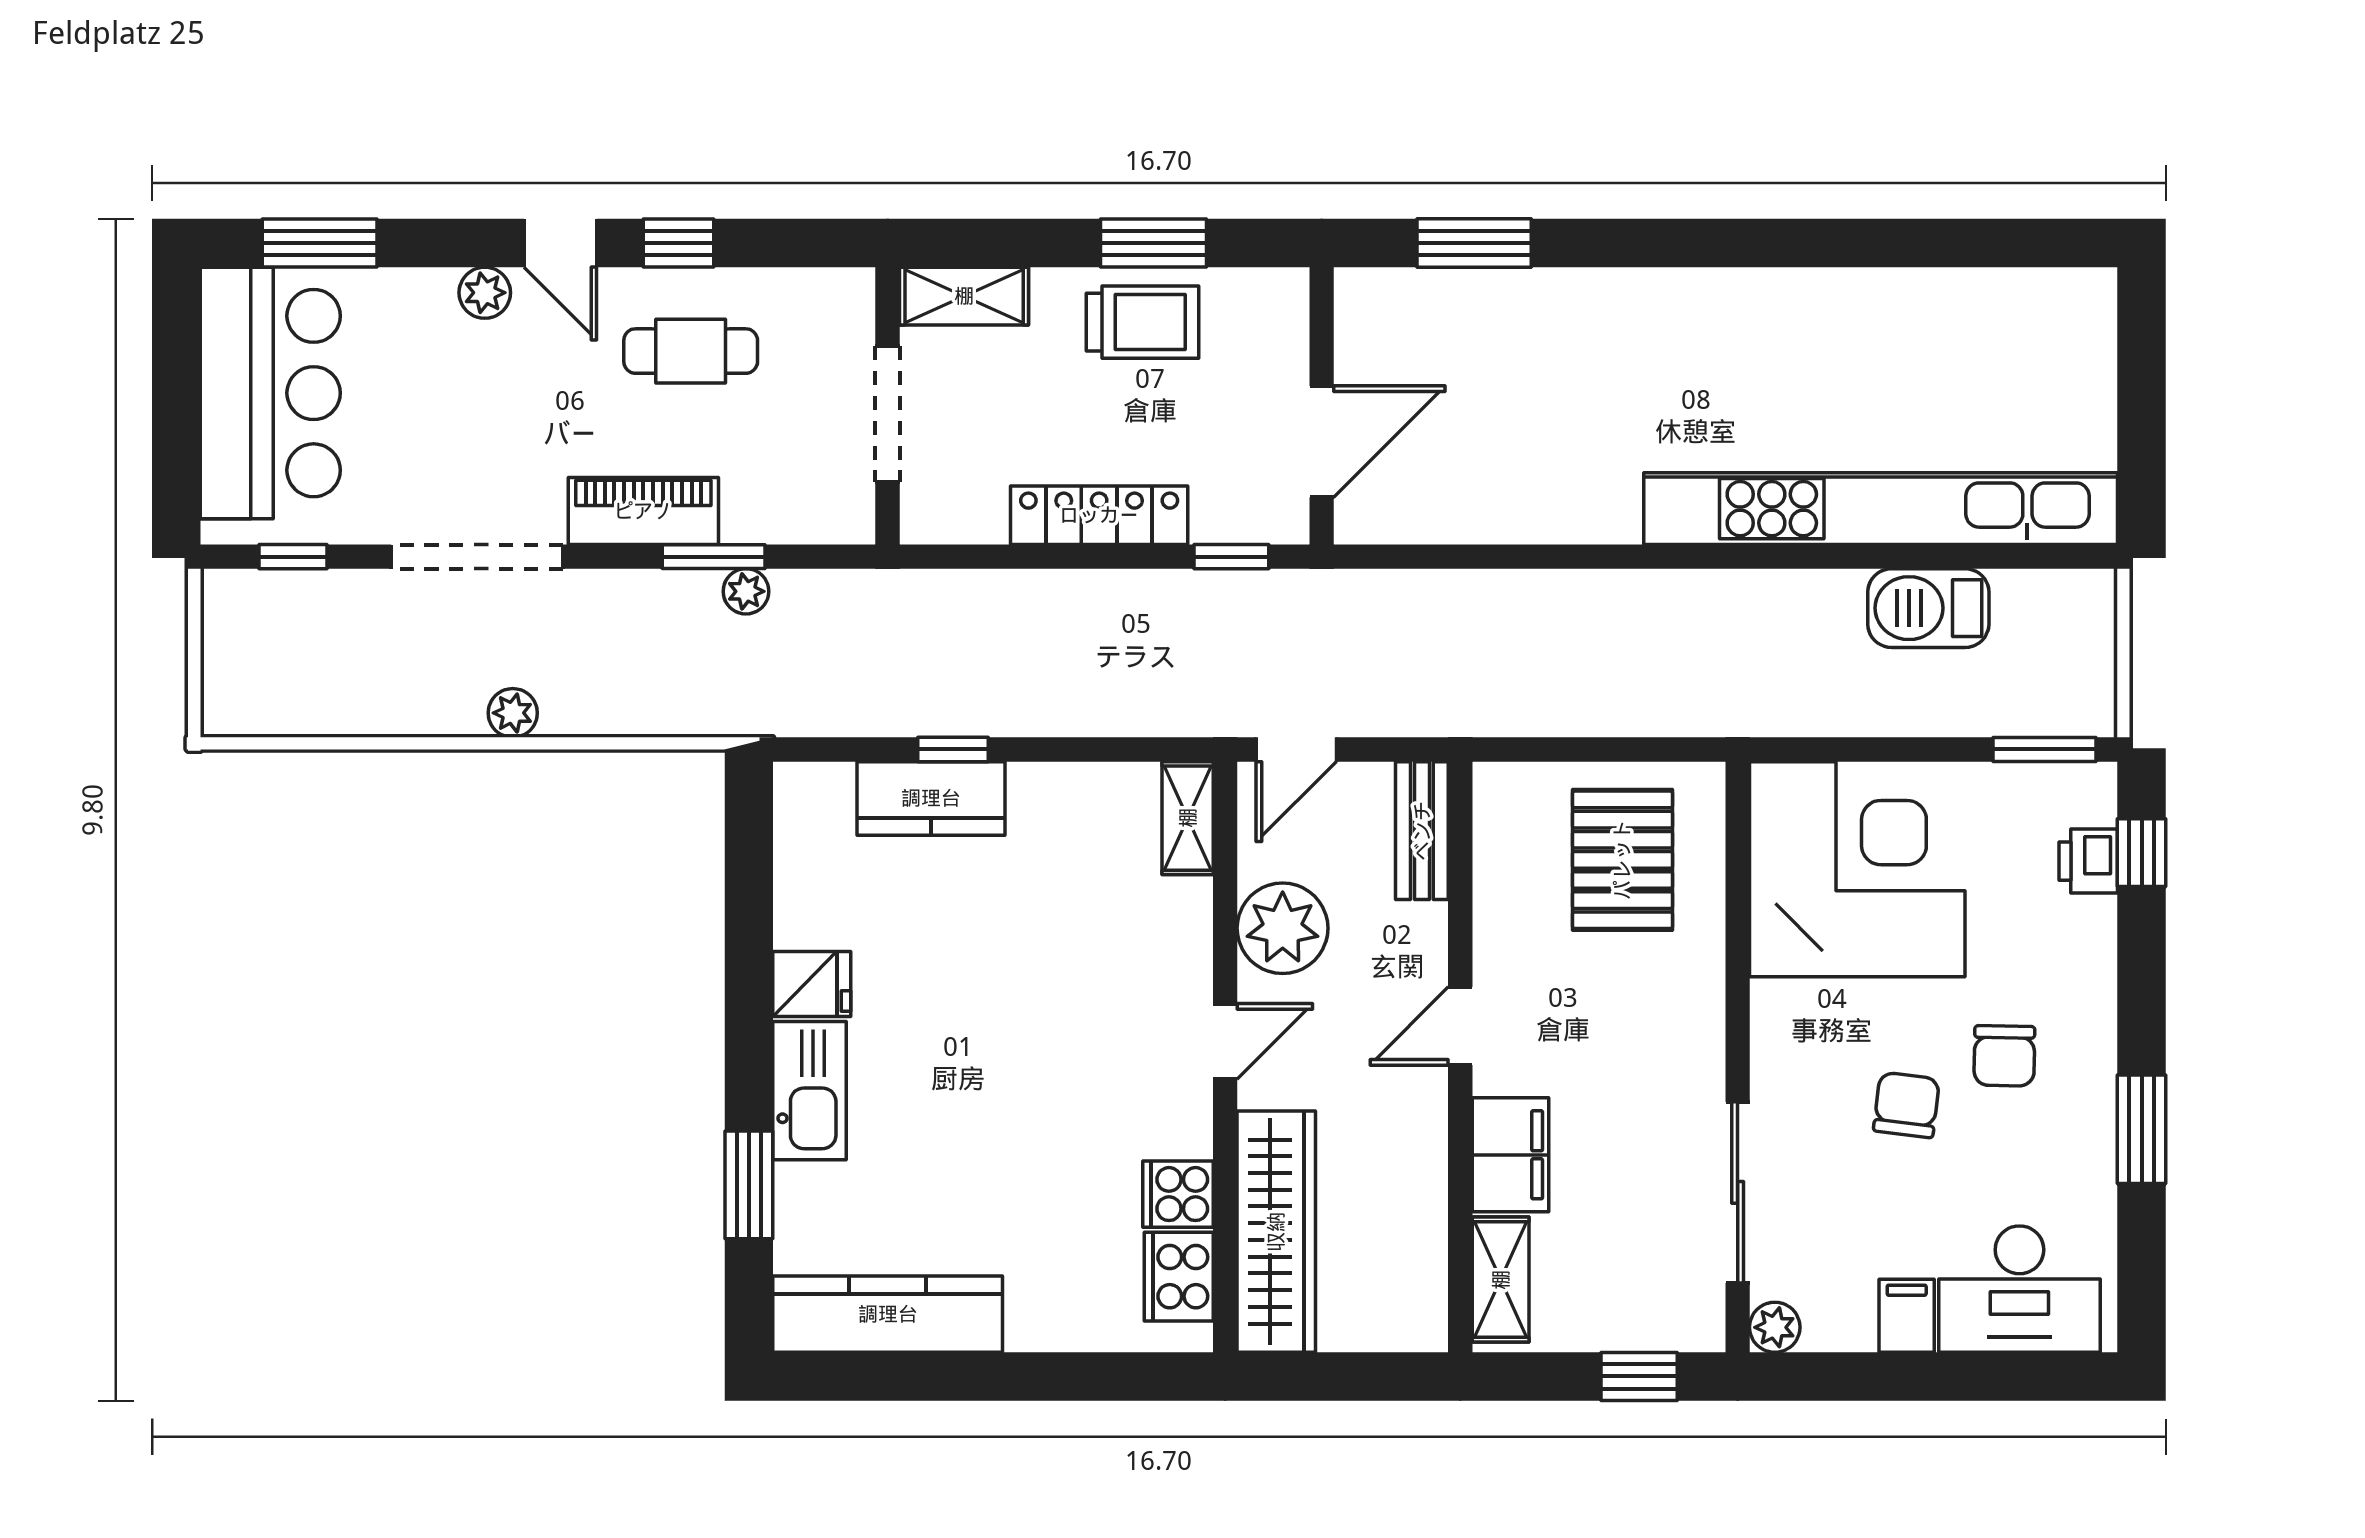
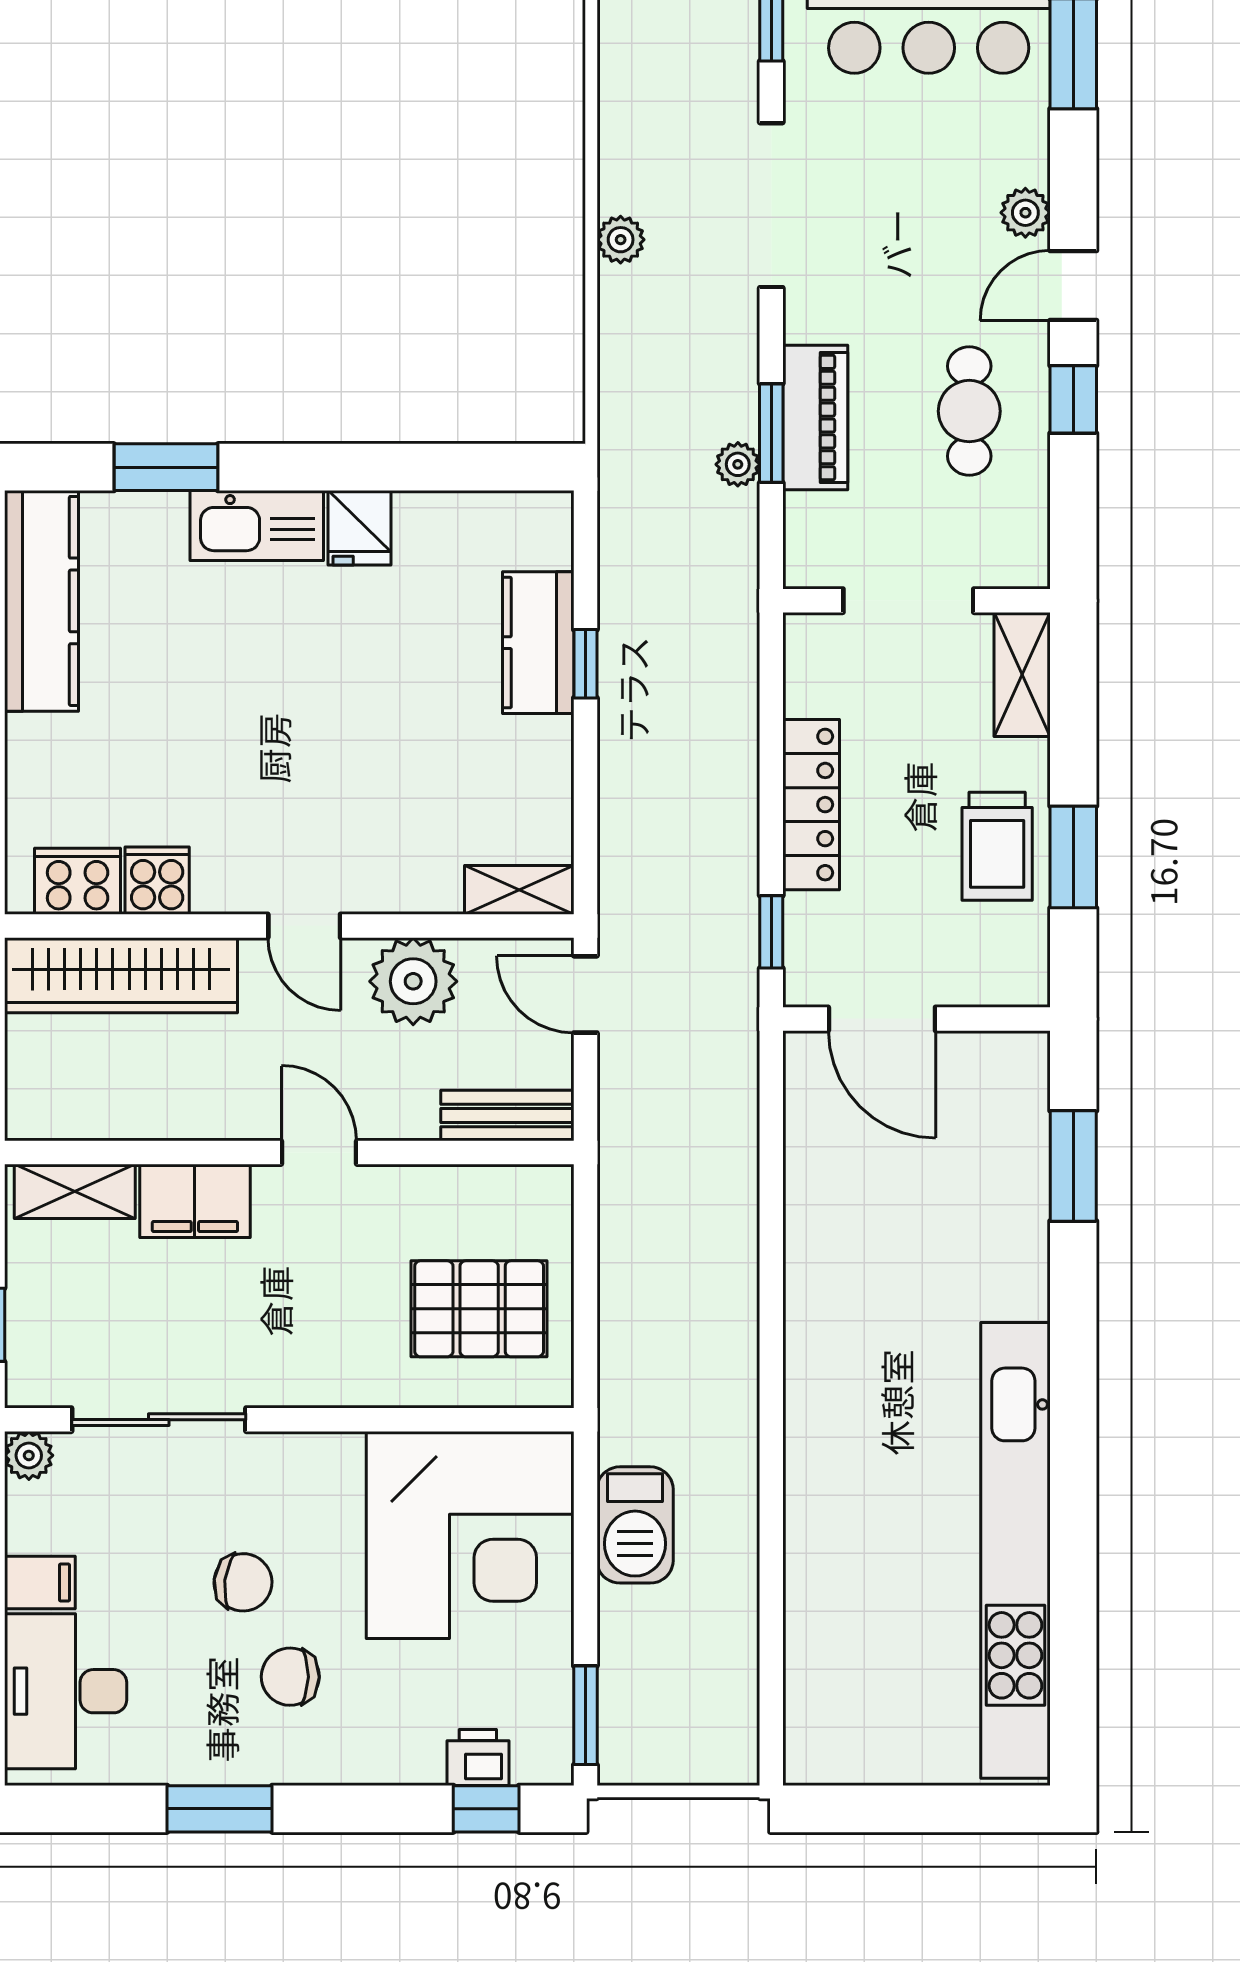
kitchen unit: (1881, 509) -> (1015, 1550), moved, turned 180
piano: (643, 511) -> (815, 418), moved
barbecue: (1928, 608) -> (635, 1525), moved, turned 180

